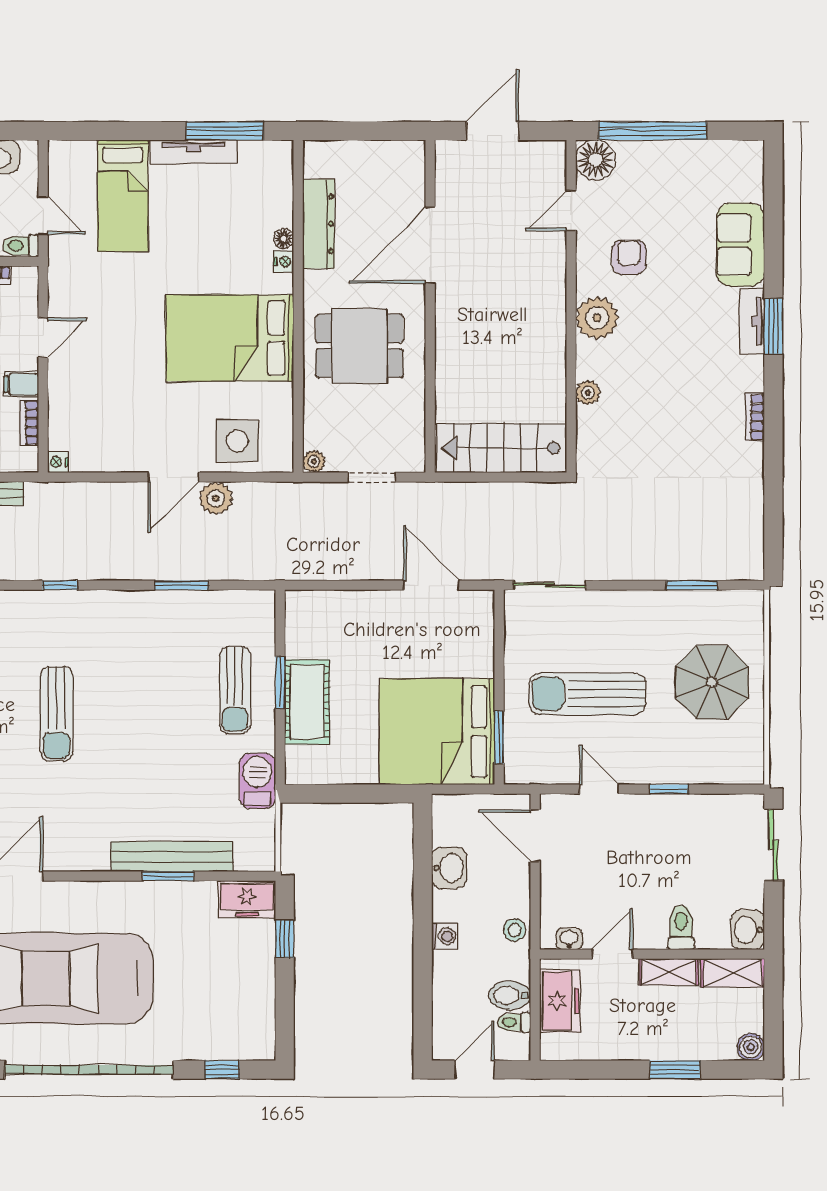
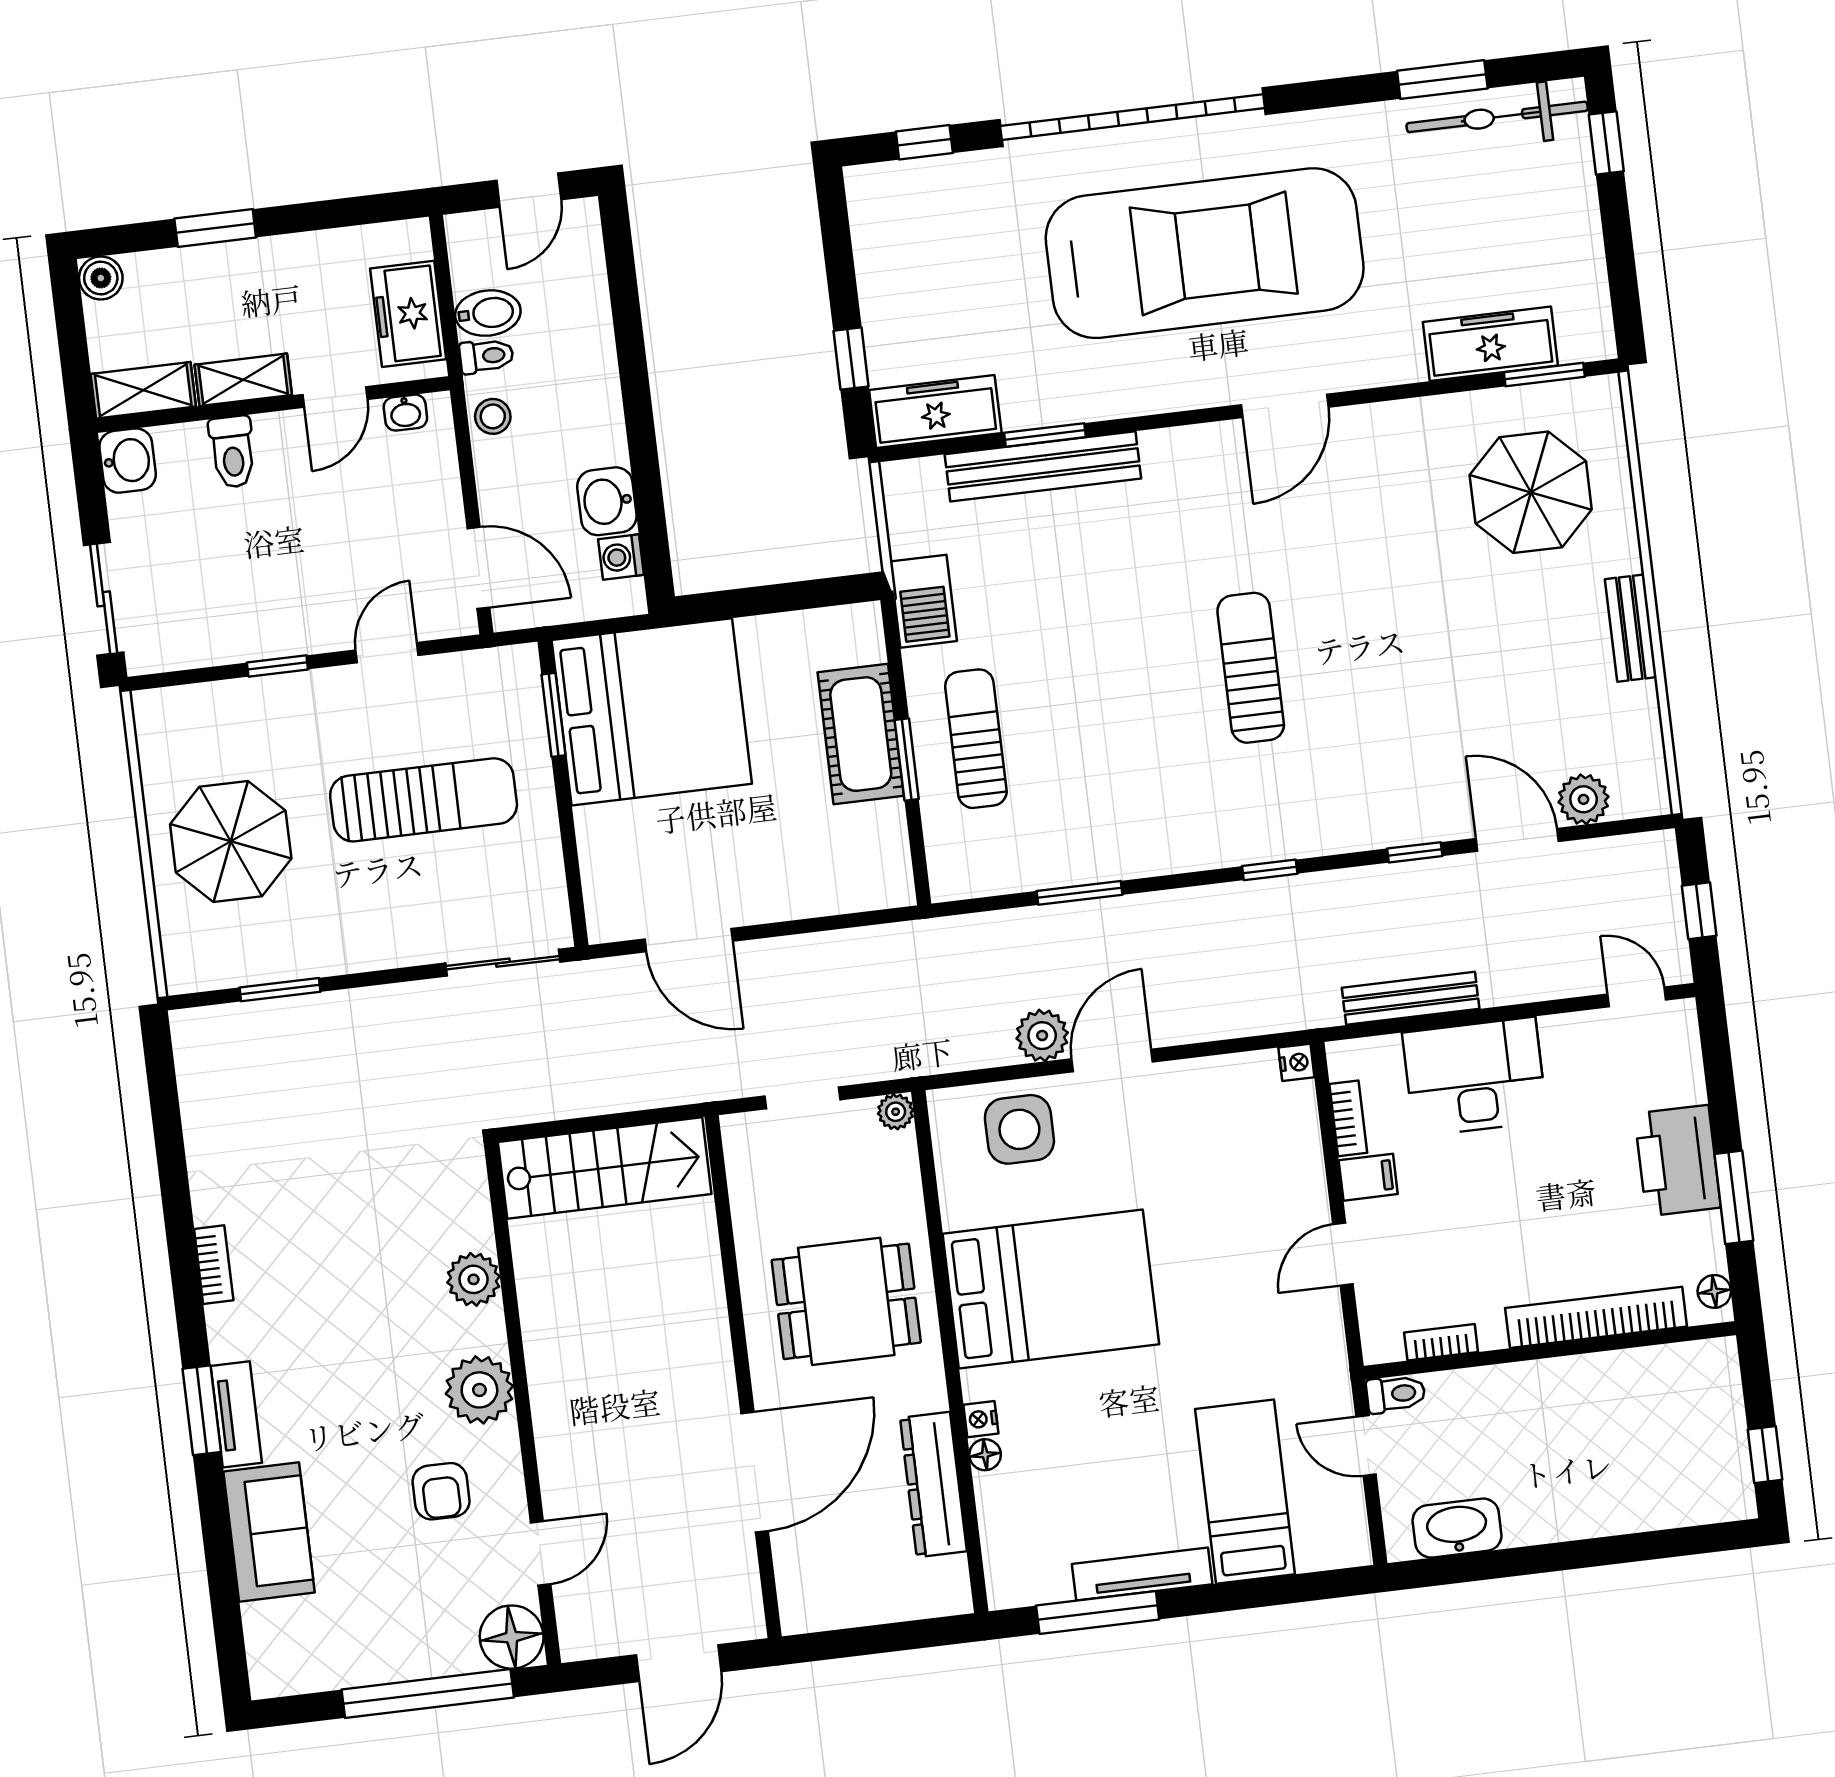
plant: (588, 393) -> (474, 1279), width x1.38, depth x1.38
door: (599, 789) -> (387, 653), swing flipped
freezer: (247, 899) -> (935, 412), width x1.40
washing machine: (445, 936) -> (621, 557), moved
toilet: (514, 1022) -> (486, 356), moved

